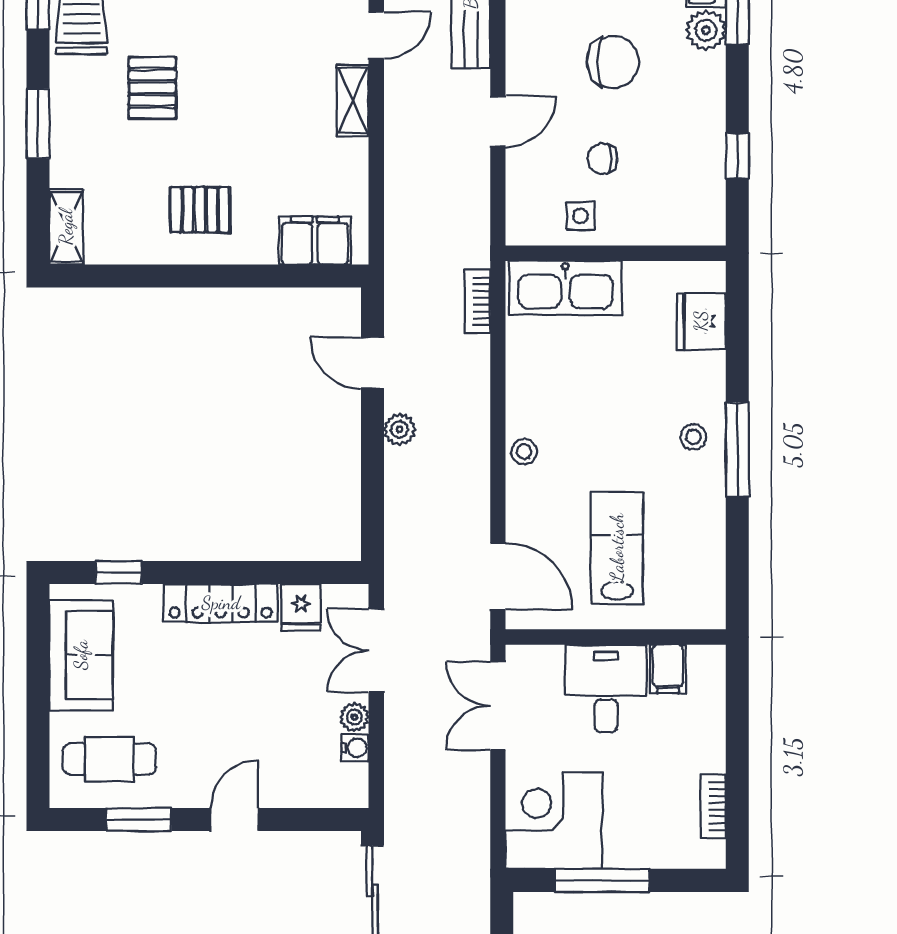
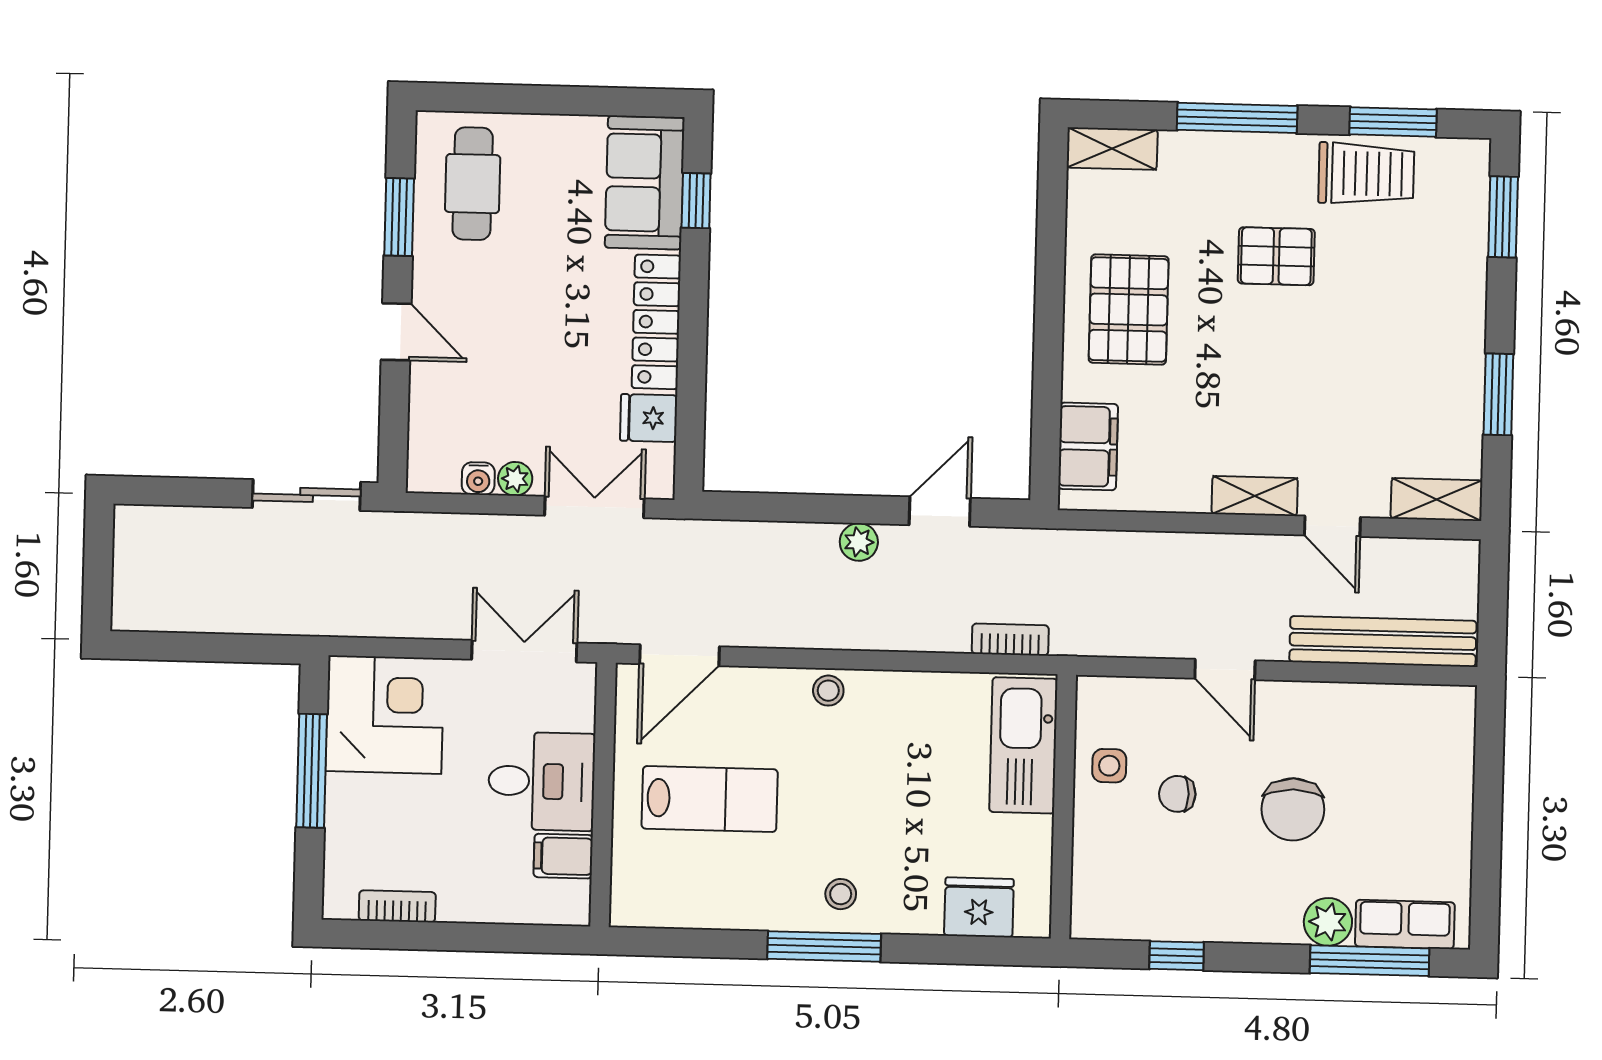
window: (38, 124) -> (1237, 118), width x1.44
chair: (603, 159) -> (1177, 794), turned -90
pallet: (200, 210) -> (1129, 310), width x1.50, depth x1.42
sofa: (81, 655) -> (645, 183), moved, turned 90

